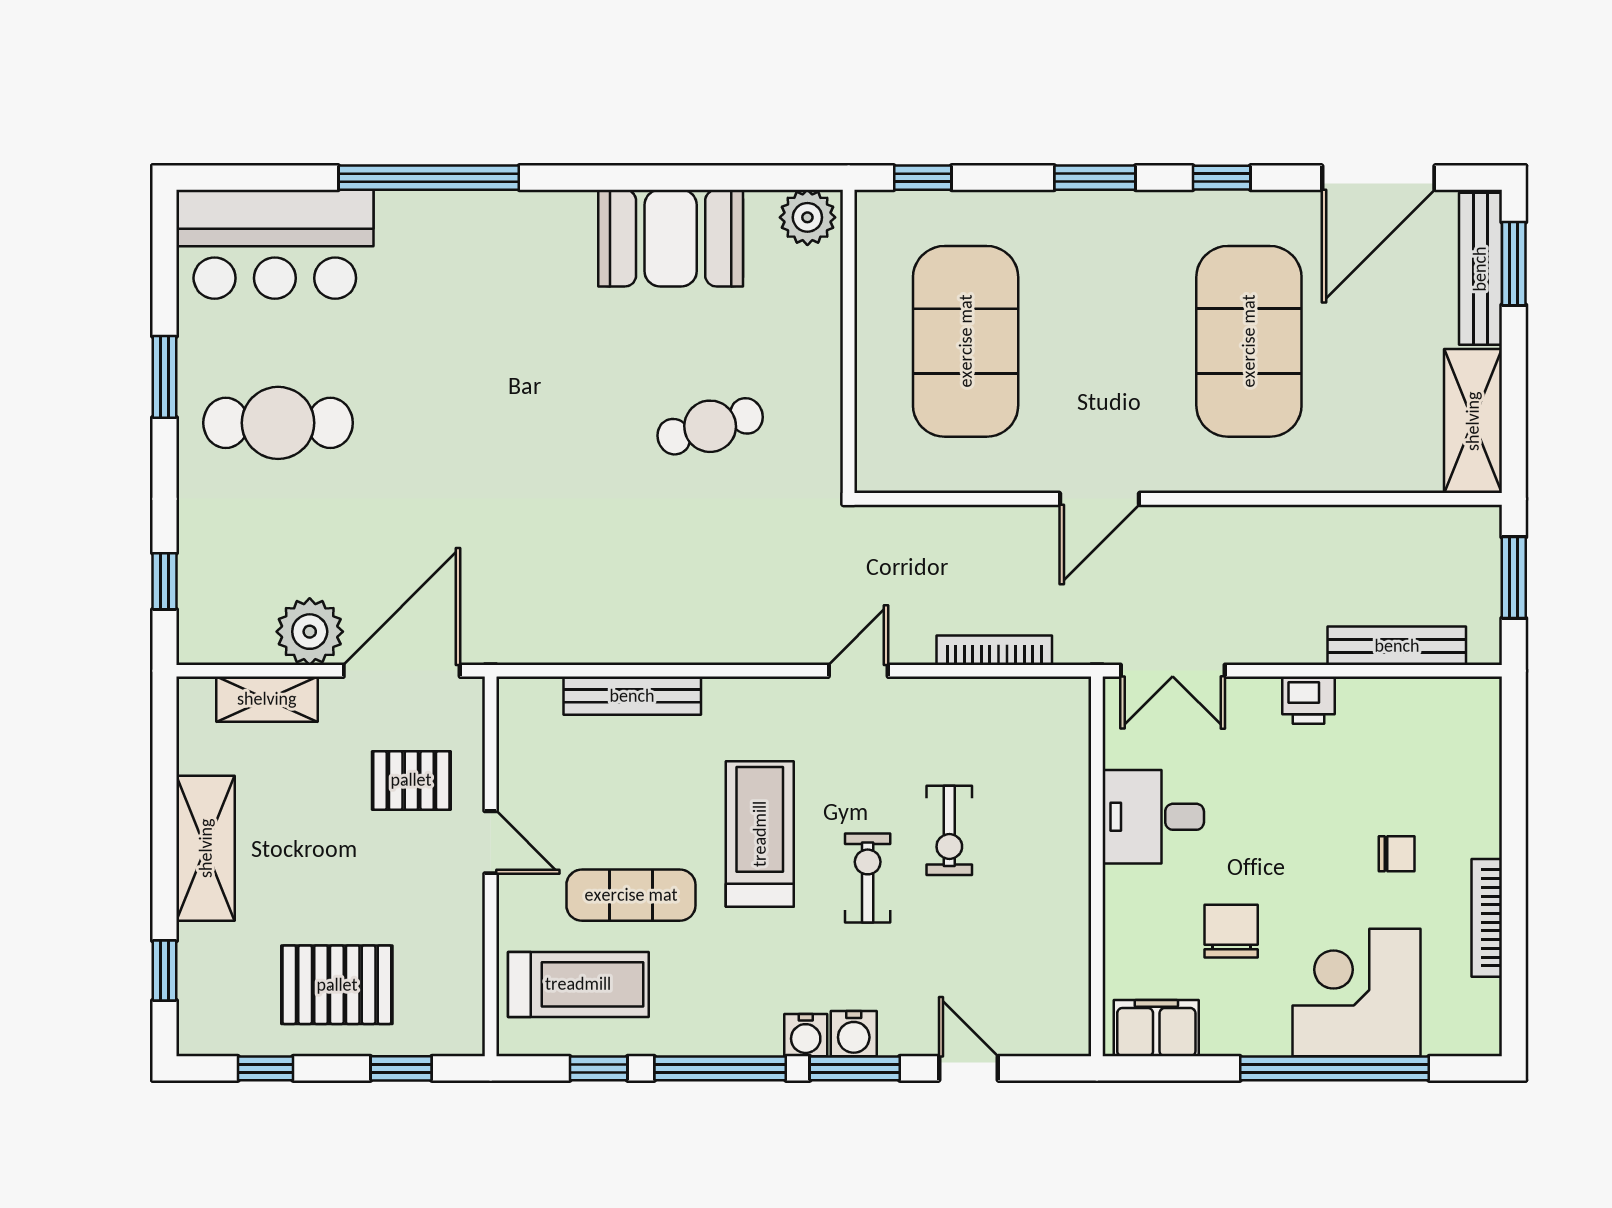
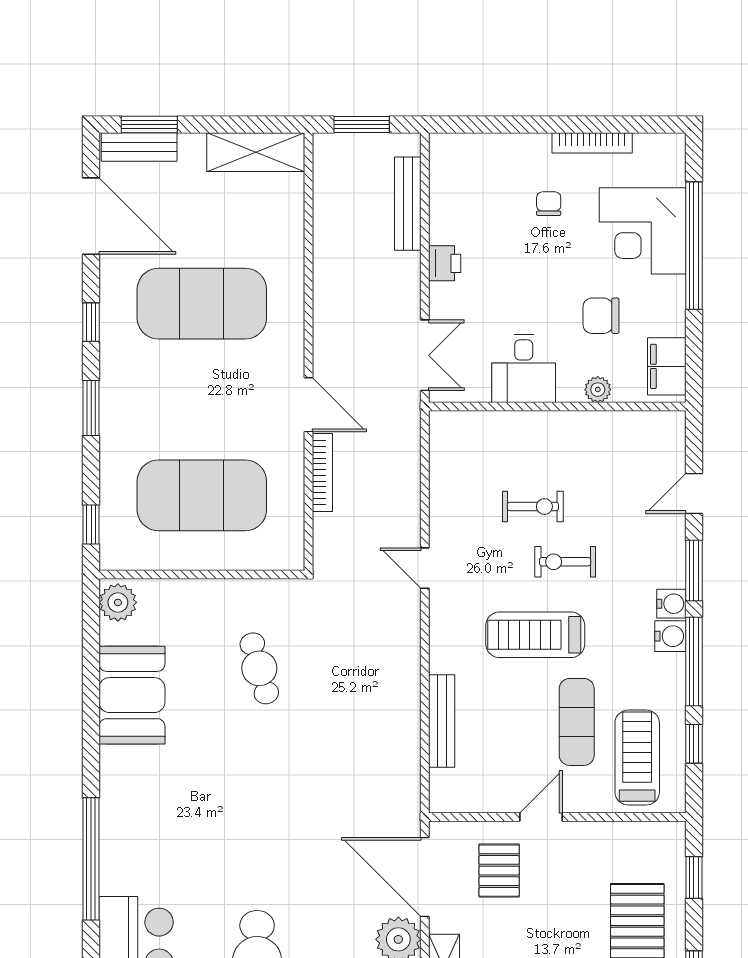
bench: (1480, 269) -> (139, 147), width x0.73
bookcase: (994, 650) -> (322, 473), moved, turned 180
plant: (1122, 926) -> (598, 390), added
water cooler: (854, 1034) -> (670, 636), moved

